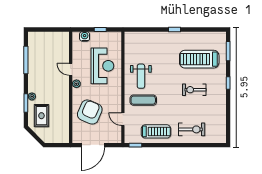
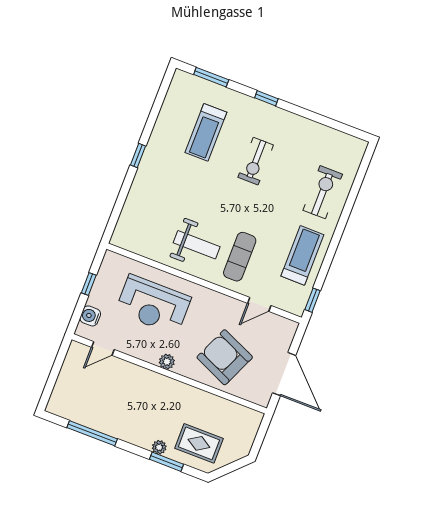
treadmill: (199, 59) -> (206, 132), width x0.73, depth x0.73
reception desk: (102, 66) -> (153, 305), turned 180
door: (71, 69) -> (103, 348), moved

